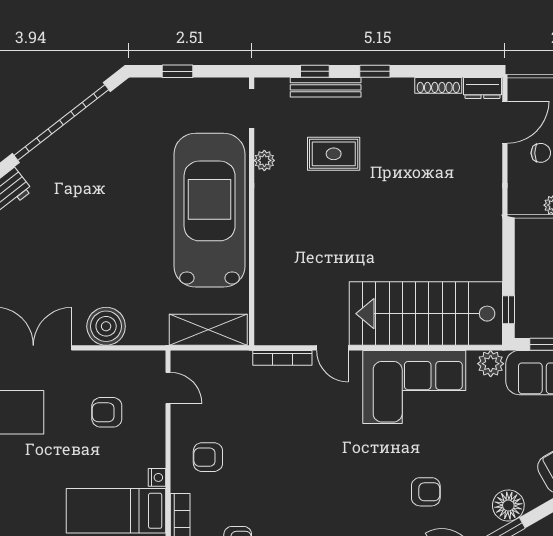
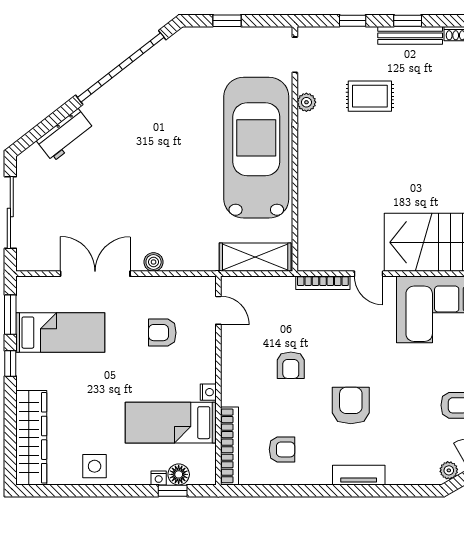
bench: (326, 87) -> (410, 35), moved
boiler: (106, 326) -> (154, 262), width x0.54, depth x0.54
armchair: (208, 457) -> (291, 365), moved, turned -90
armchair: (313, 492) -> (351, 406), added

